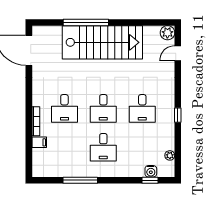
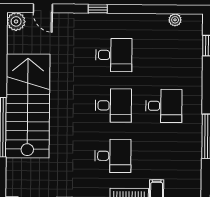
window: (178, 115) -> (98, 9), moved
water cooler: (151, 171) -> (195, 45), removed

